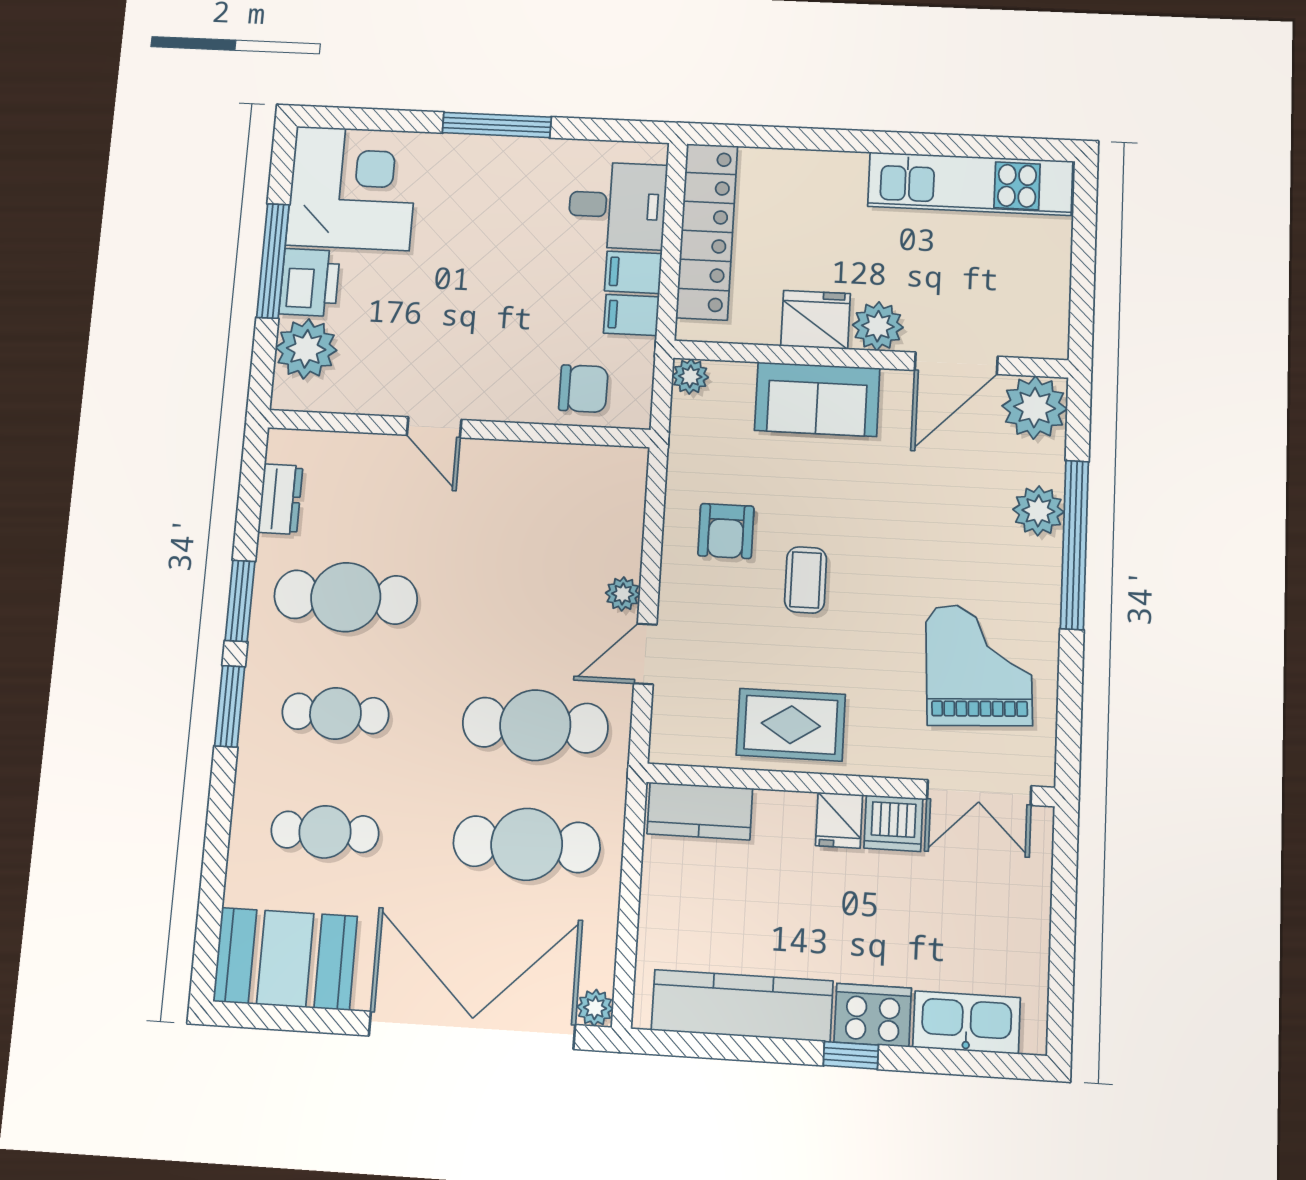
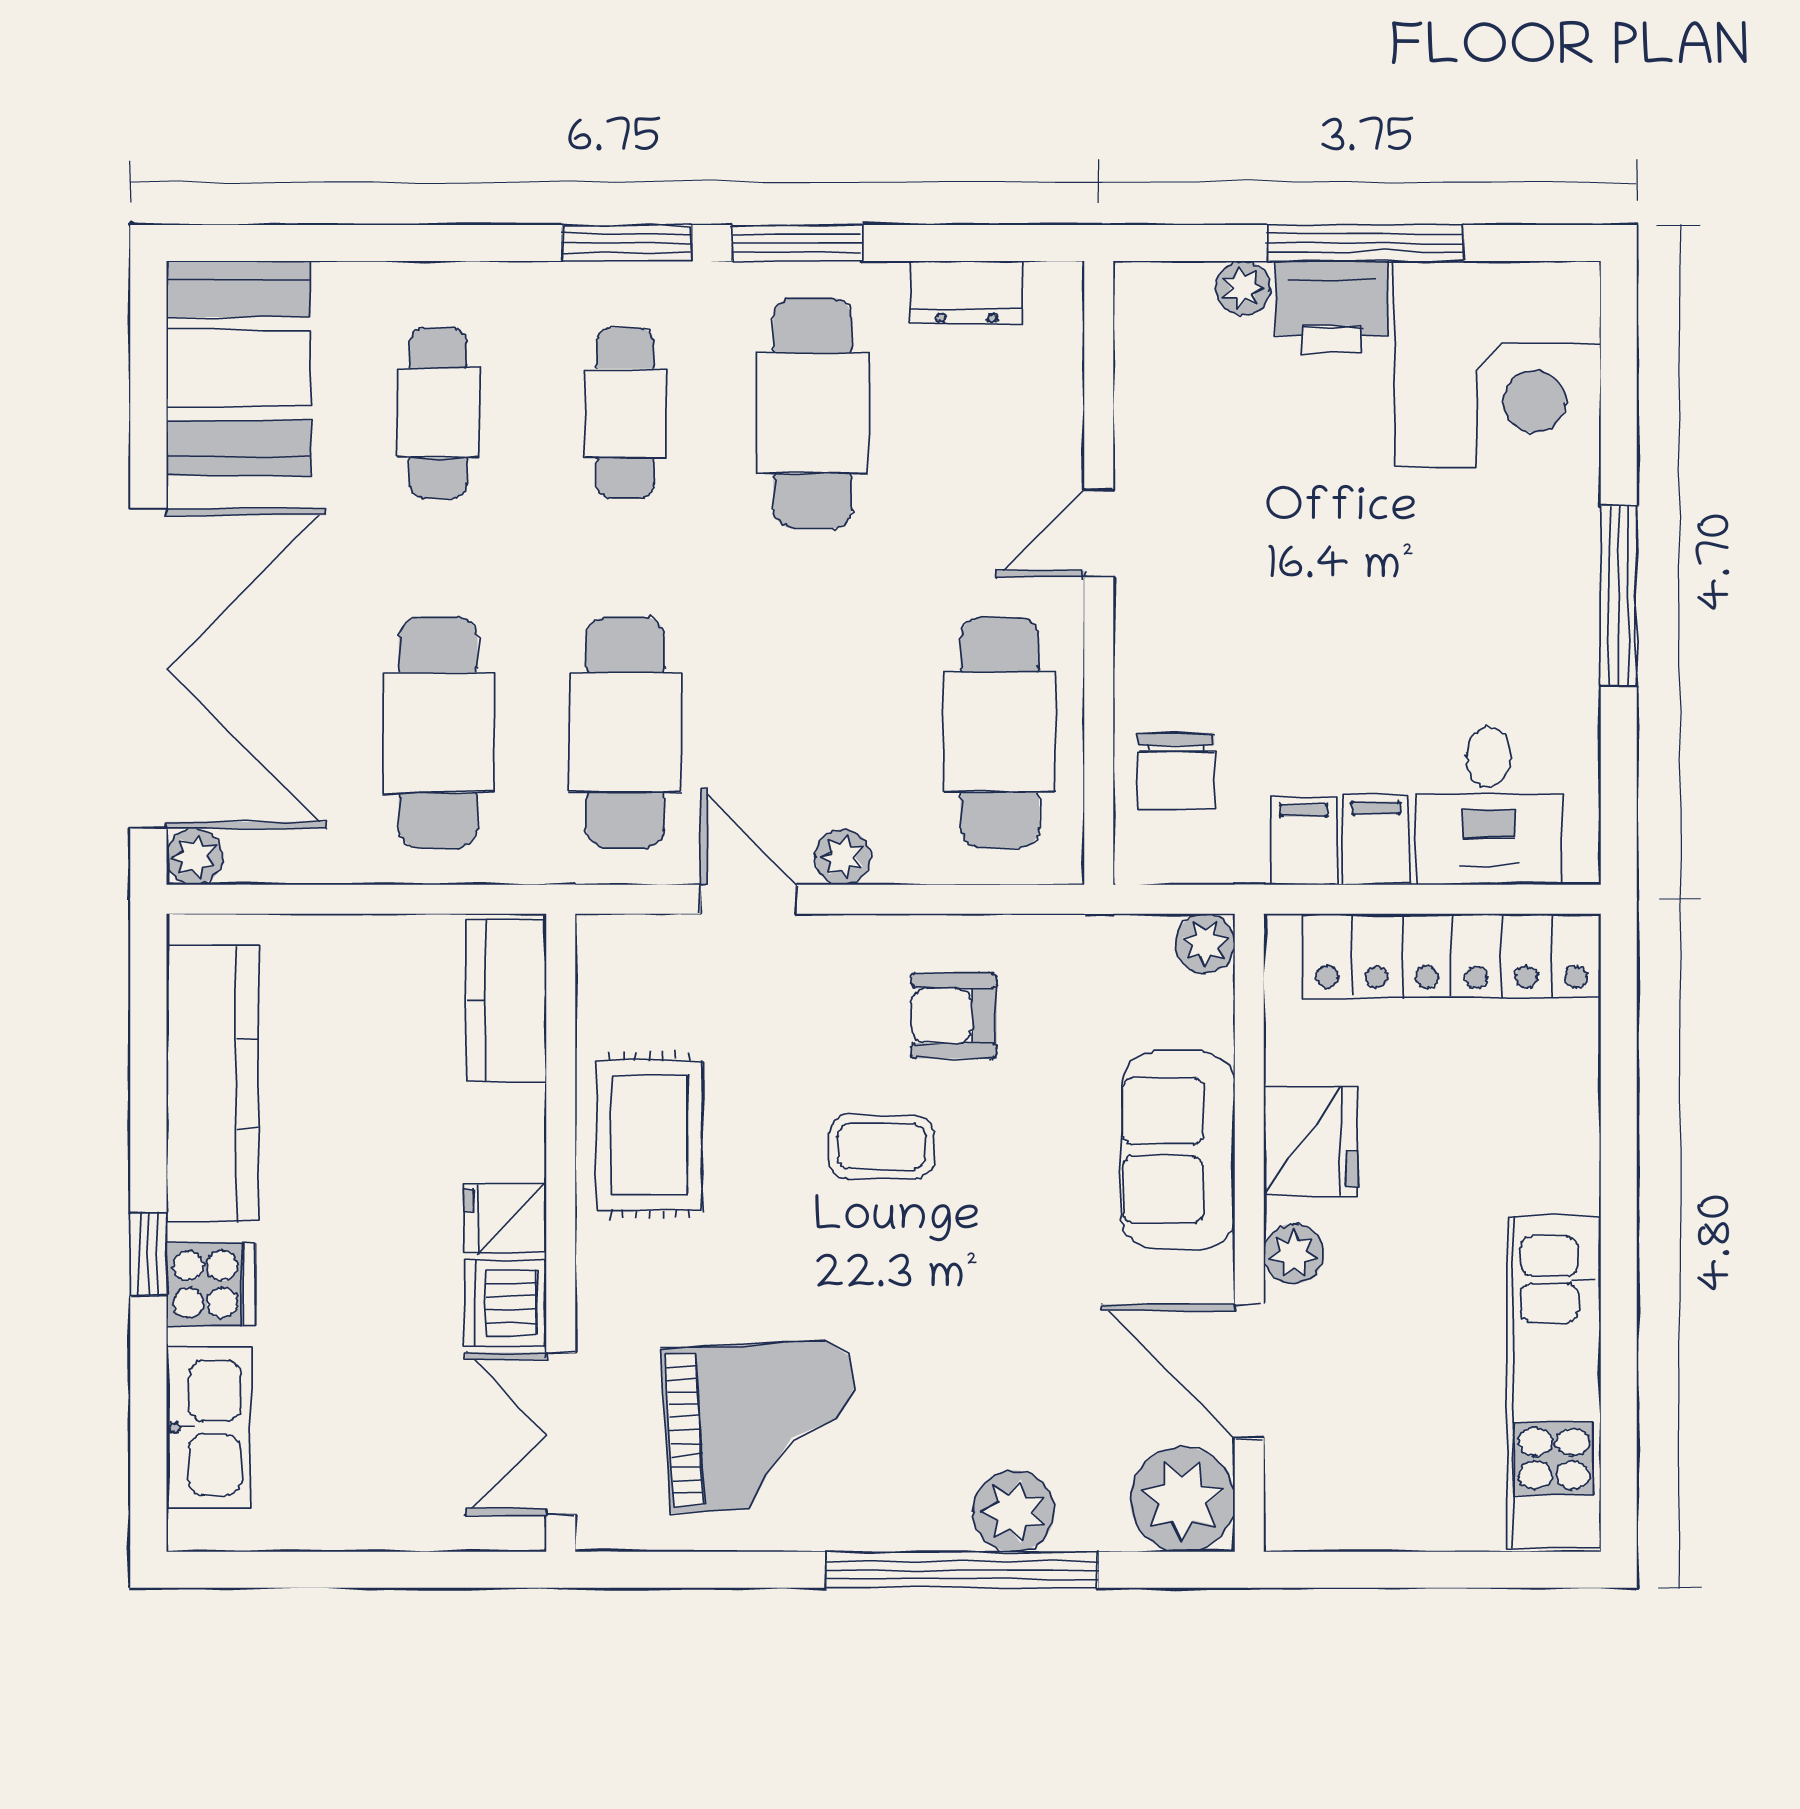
plant: (878, 326) -> (1294, 1254), width x0.73, depth x0.73
plant: (306, 349) -> (1243, 288), width x0.53, depth x0.53
cafe table: (552, 493) -> (1000, 733), added
cooker: (873, 1015) -> (211, 1284), width x0.73

